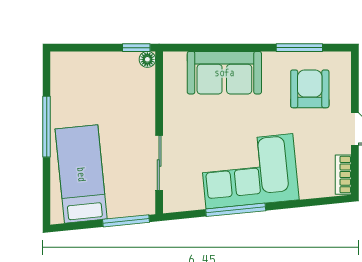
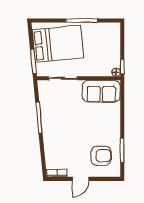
sofa: (224, 73) -> (101, 91), moved, turned -90
corner sofa: (249, 171) -> (59, 125), removed
bed: (81, 174) -> (58, 44), width x1.50

